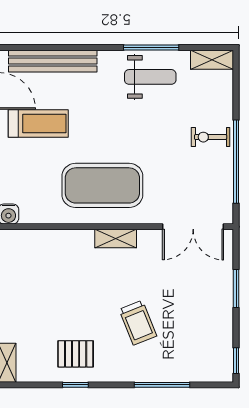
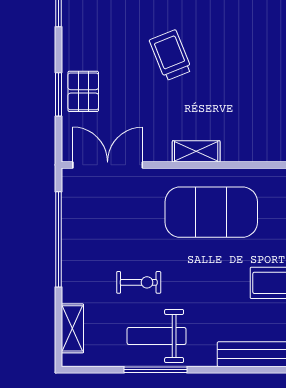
shelving: (212, 60) -> (72, 328), moved, turned 90
exercise bike: (211, 137) -> (139, 282), moved
pallet: (76, 354) -> (83, 91), moved, turned 90

